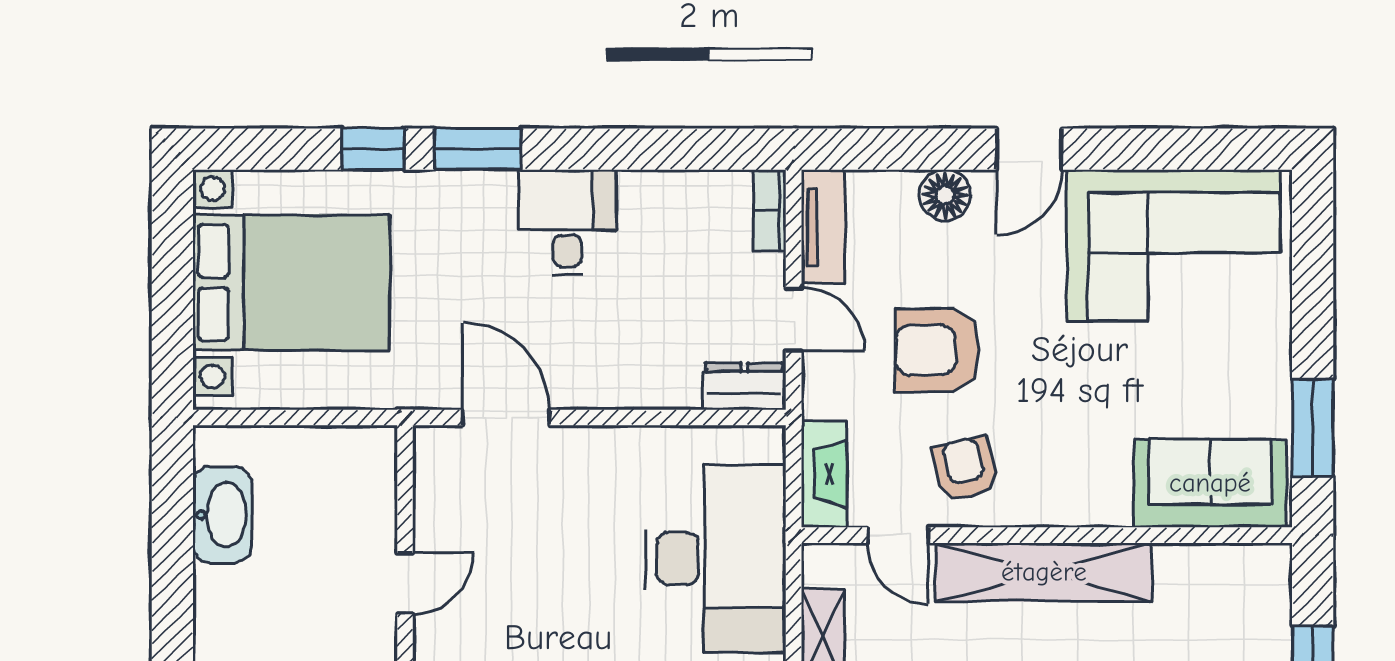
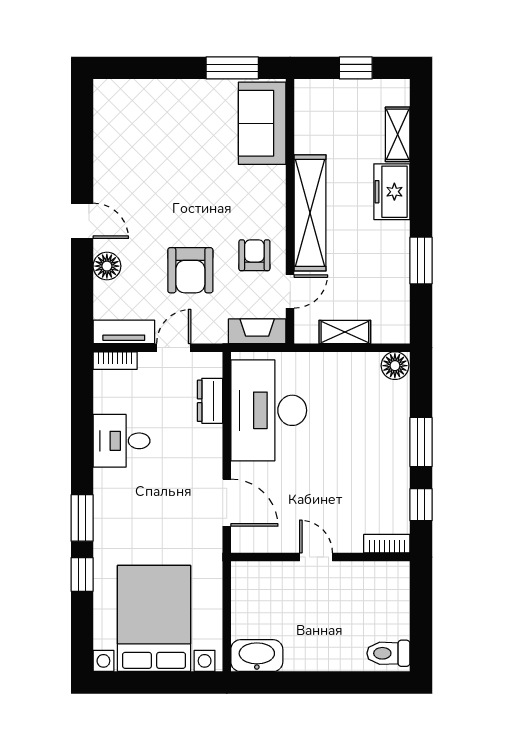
desk: (567, 222) -> (121, 441), moved
corner sofa: (1173, 245) -> (134, 143), removed
dresser: (744, 386) -> (210, 401), moved
door: (506, 418) -> (227, 503), swing flipped
armchair: (965, 469) -> (254, 255), turned 103
washbasin: (222, 515) -> (257, 656), moved
desk: (716, 559) -> (269, 410), moved, turned -90

